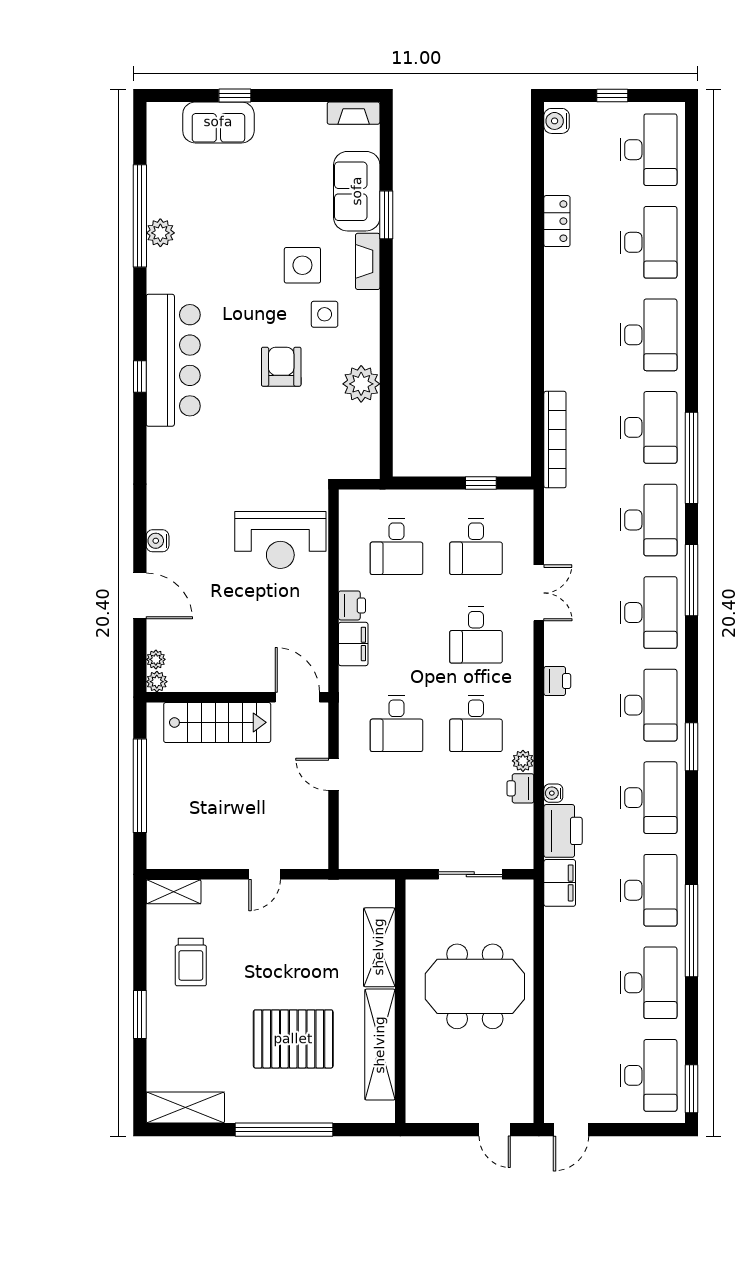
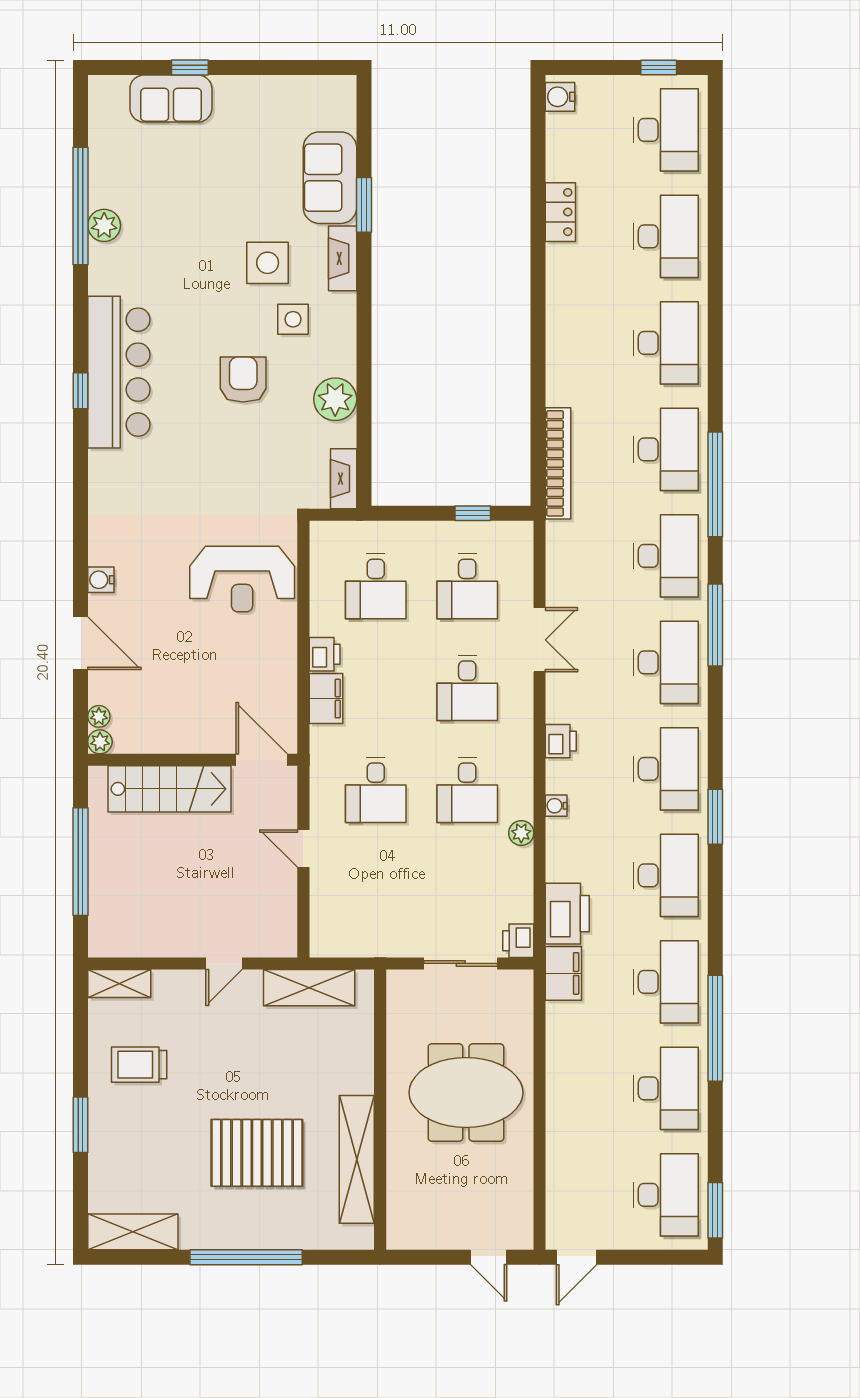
window: (612, 95) -> (659, 68), moved
fireplace: (354, 113) -> (344, 479), moved, turned 90
printer: (520, 788) -> (518, 941), moved
water cooler: (553, 793) -> (556, 806), moved
shelving: (379, 947) -> (309, 988), moved, turned 90
trolley: (191, 962) -> (139, 1065), turned 90

